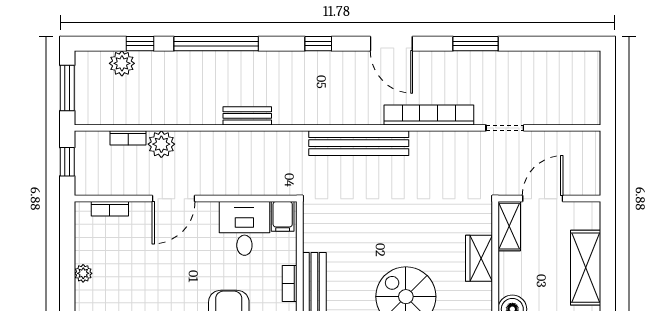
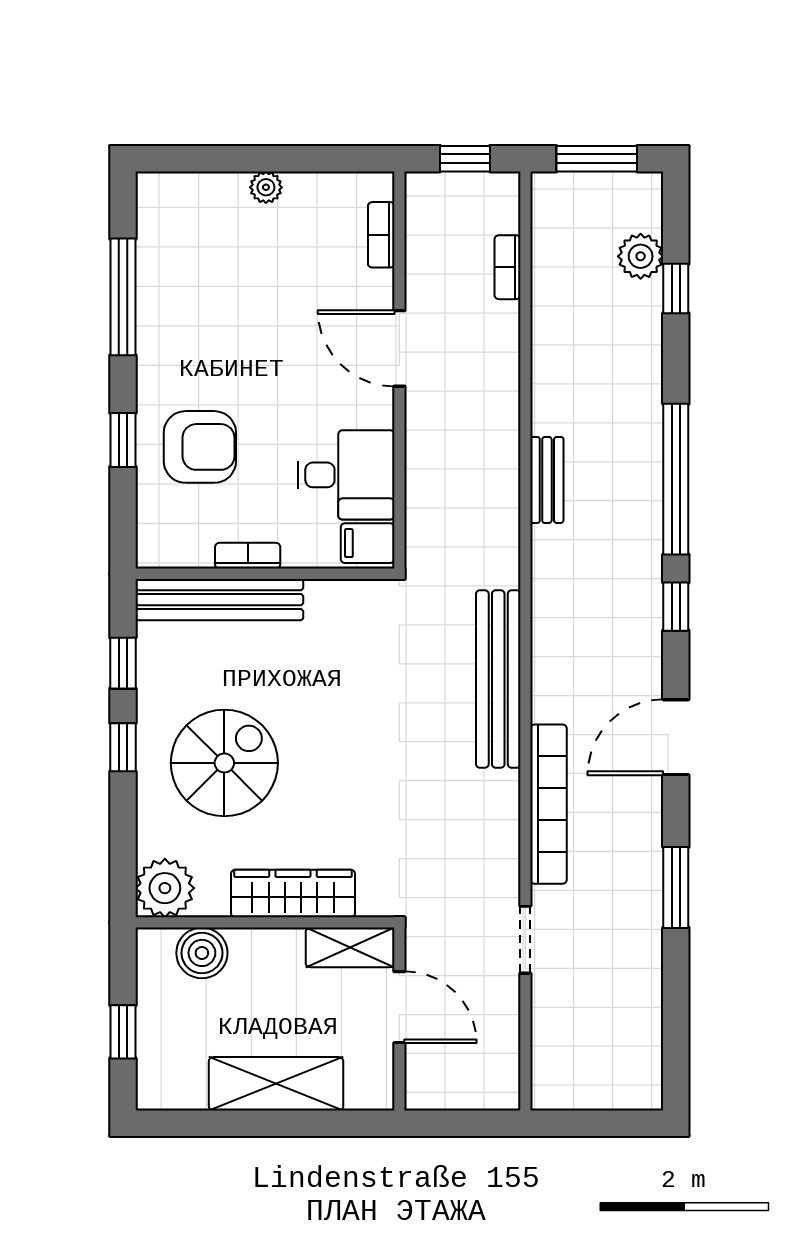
window: (216, 44) -> (676, 479), moved
plant: (161, 144) -> (496, 327), removed
wardrobe: (479, 258) -> (293, 893), width x1.50

